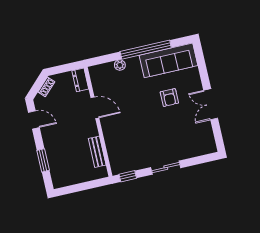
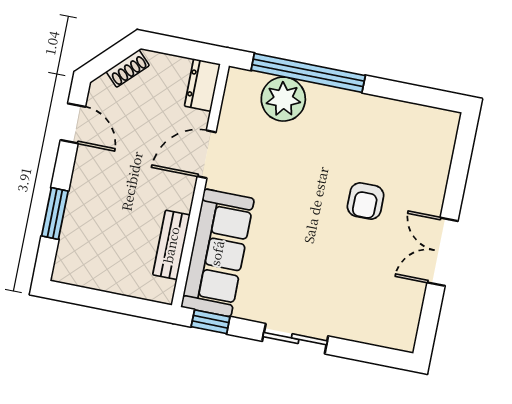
window: (146, 50) -> (308, 73), moved
sofa: (169, 60) -> (217, 253), moved, turned -90
plant: (120, 65) -> (283, 99), width x1.87, depth x1.87
door: (95, 108) -> (207, 154), swing flipped

